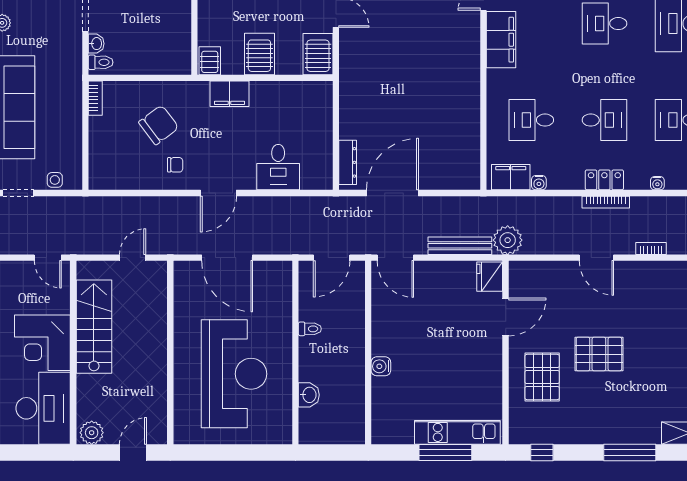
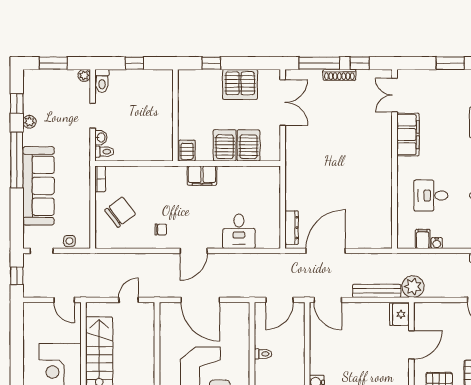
server rack: (318, 54) -> (249, 145), moved
chair: (159, 125) -> (120, 212), moved
filing cabinet: (511, 177) -> (423, 239), width x0.50

